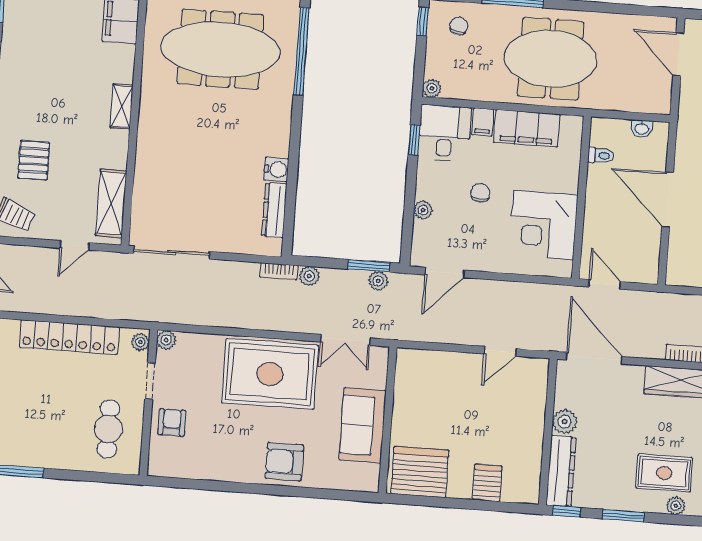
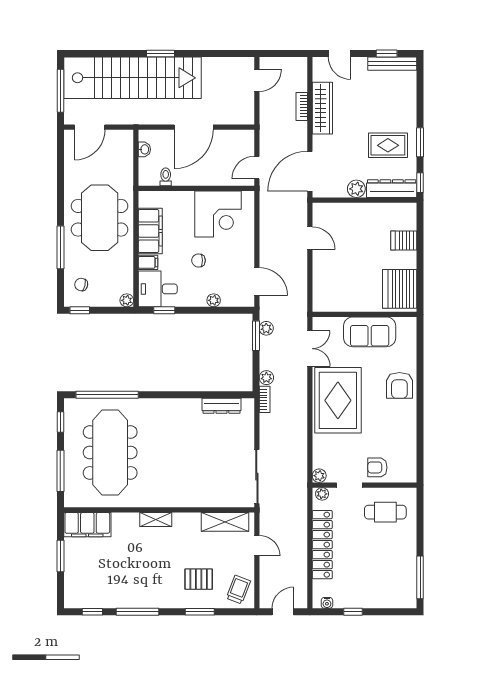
water cooler: (276, 169) -> (192, 406), removed
rug: (664, 473) -> (388, 145), moved, turned 90
plant: (676, 506) -> (410, 105), removed

